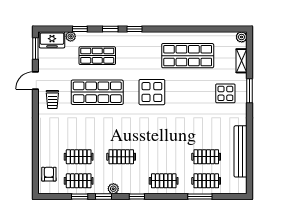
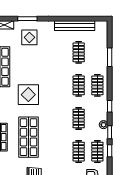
clothes rail: (206, 181) -> (79, 85), moved

